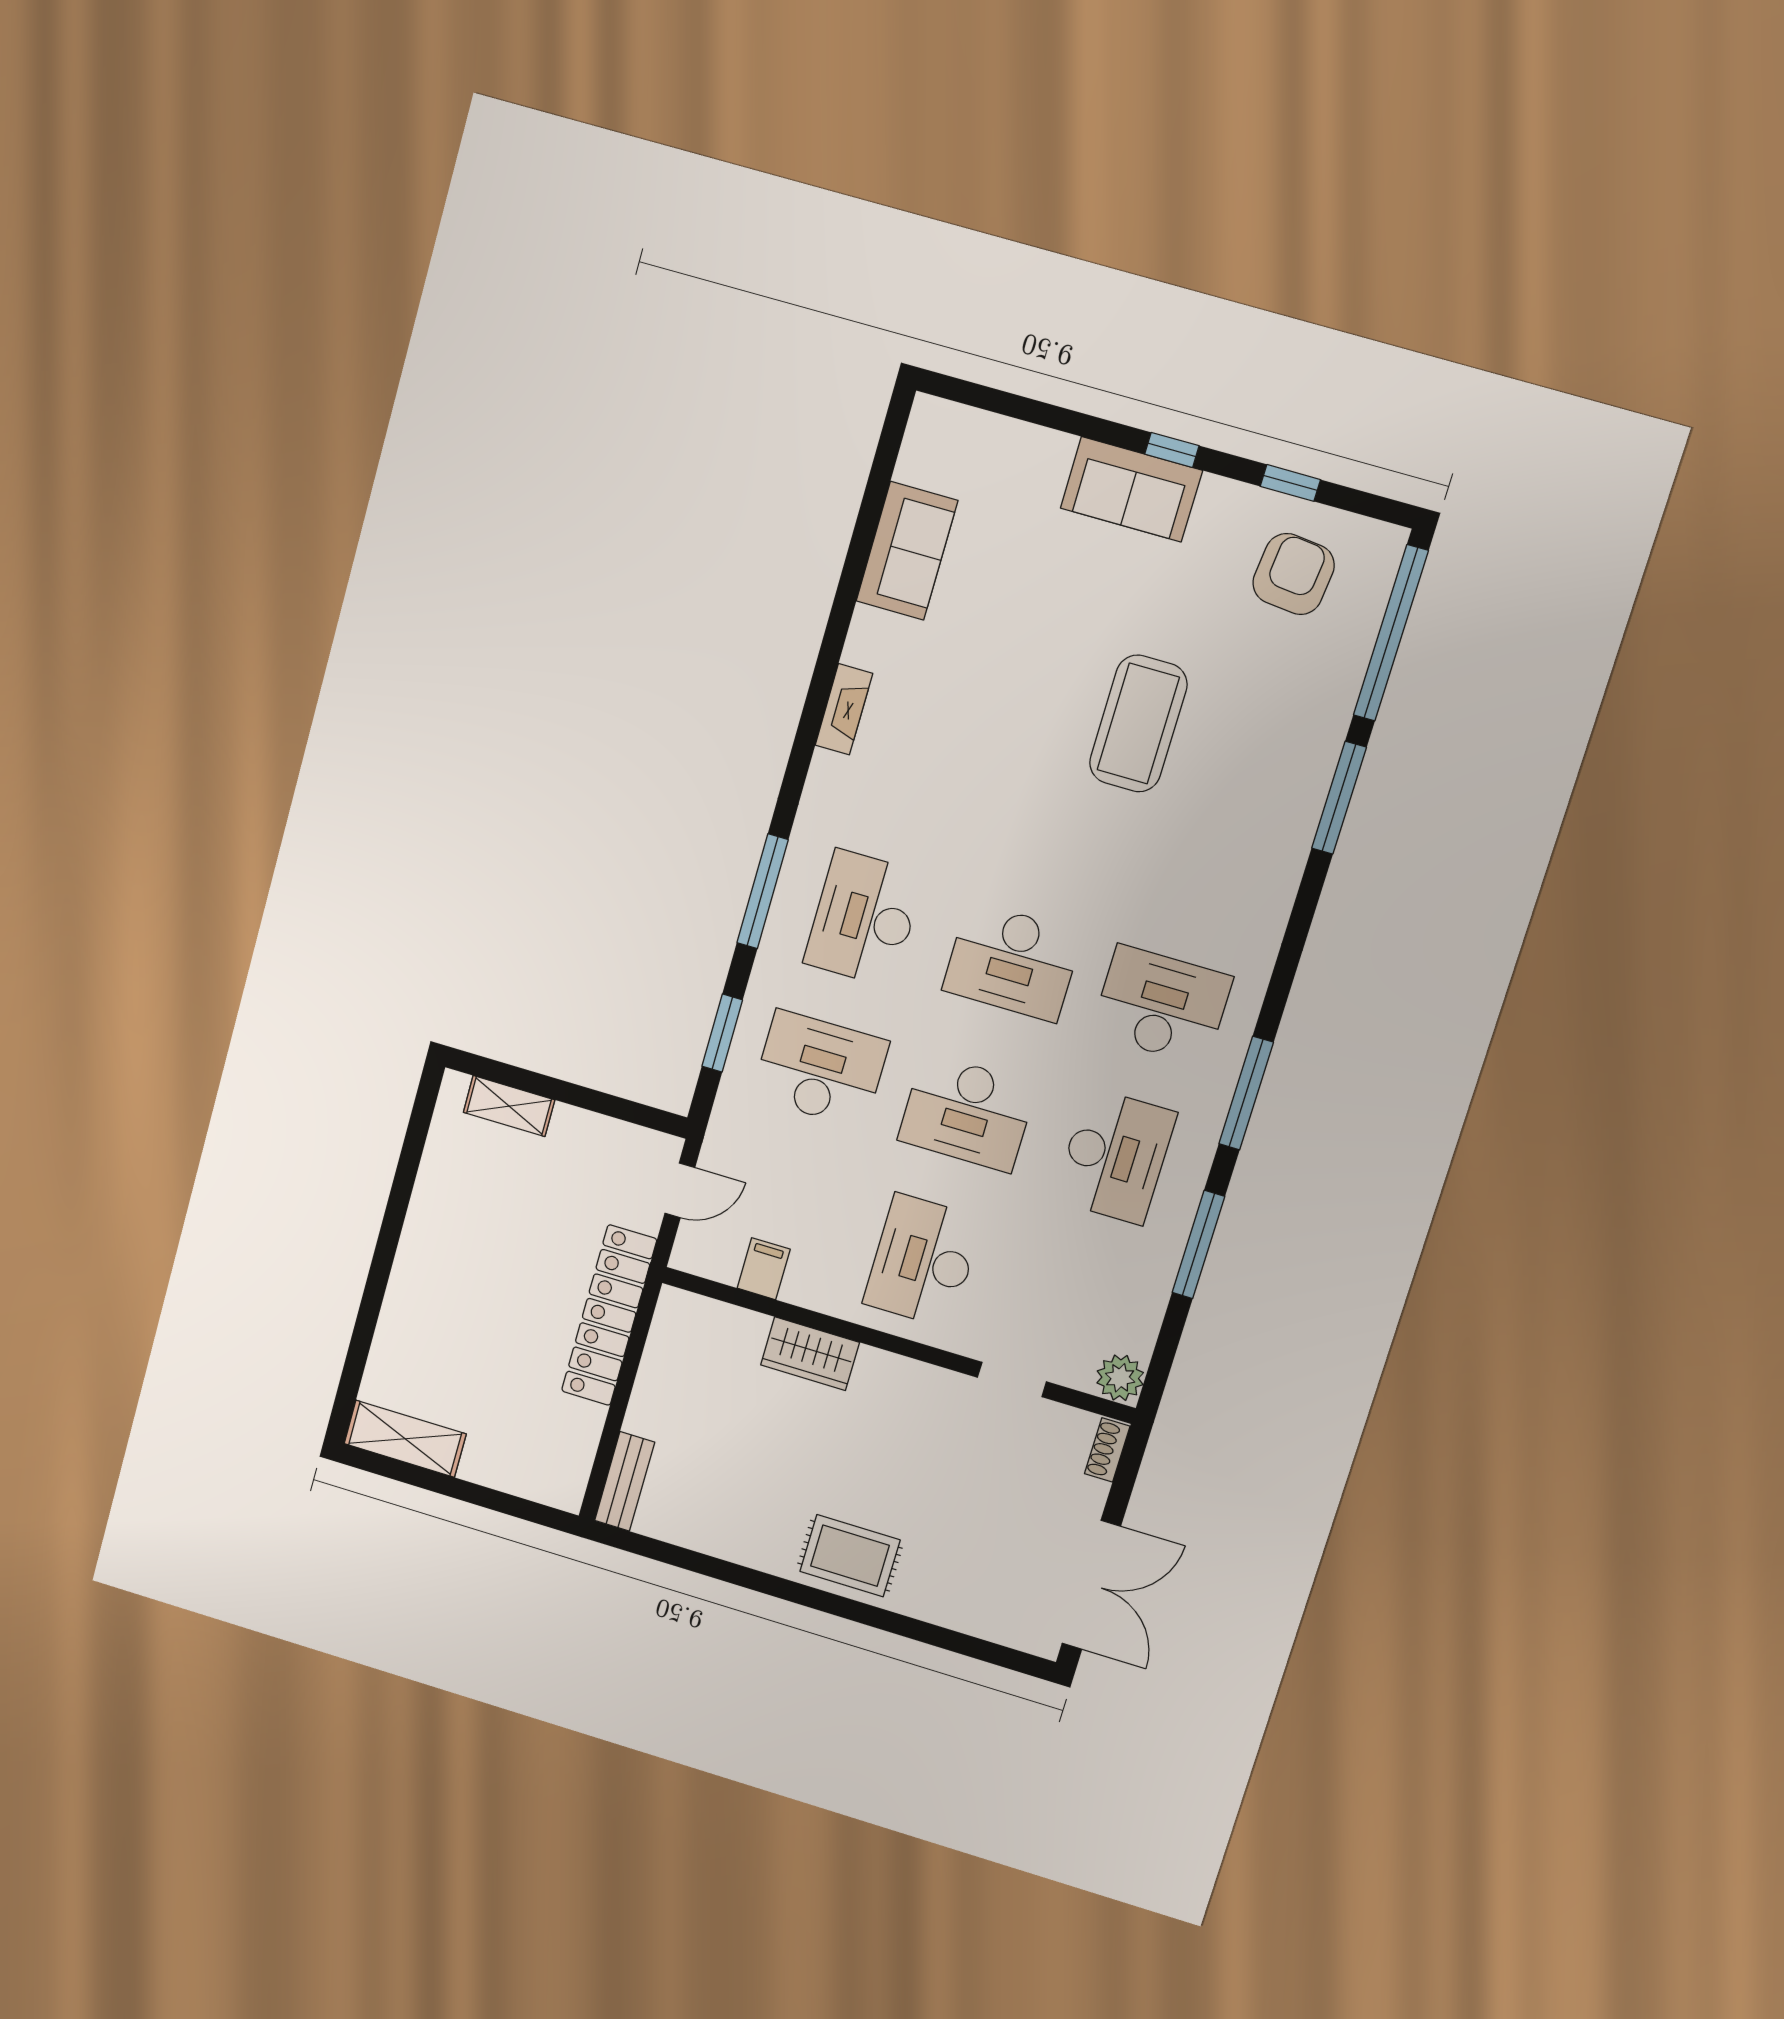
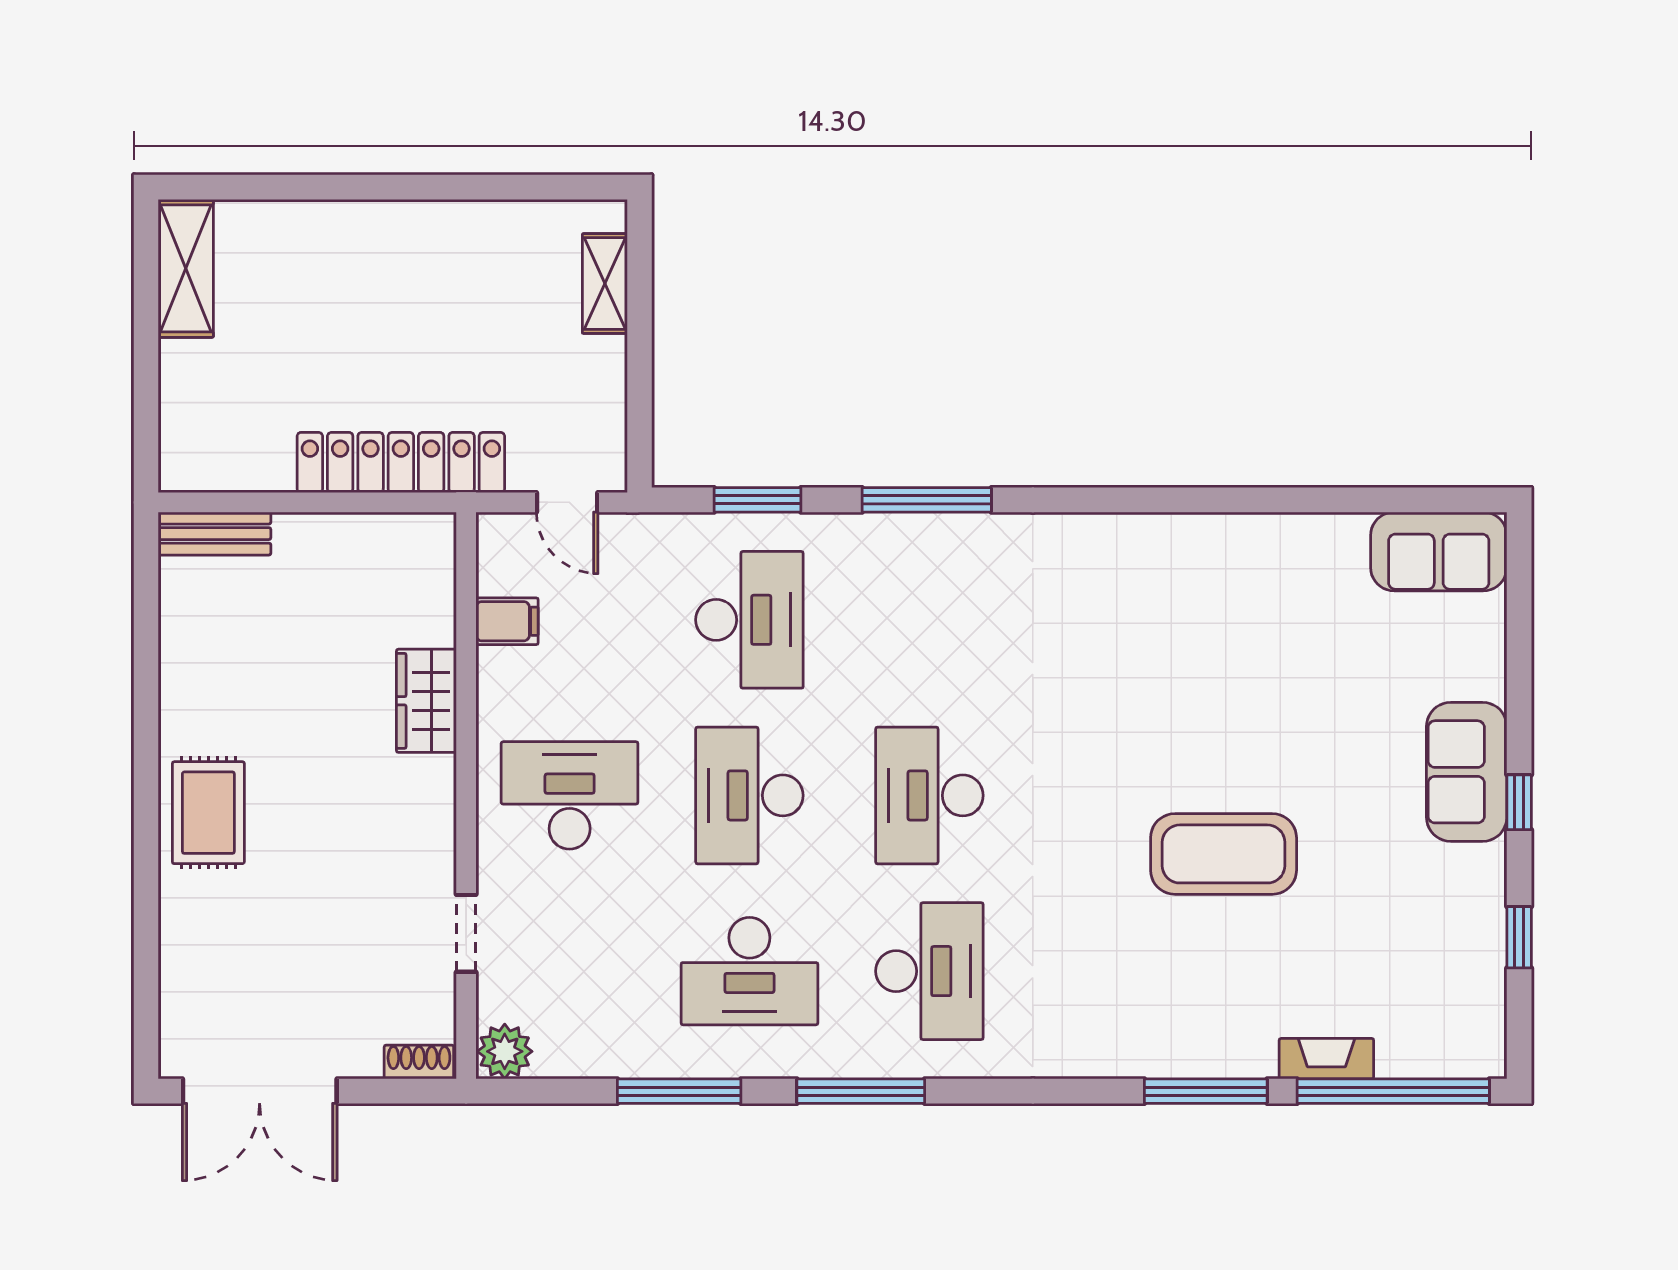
sofa: (907, 551) -> (1439, 551), moved
armchair: (1294, 574) -> (1426, 970), removed
fireplace: (844, 709) -> (1326, 1059), moved, turned 180
desk: (864, 918) -> (929, 620), removed

